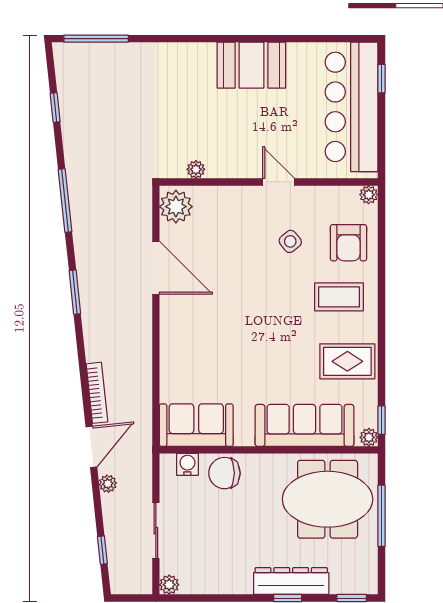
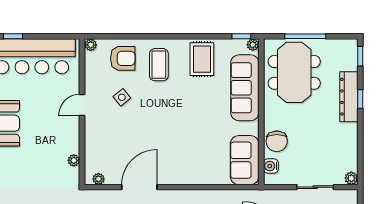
plant: (176, 207) -> (98, 179), width x0.53, depth x0.53

